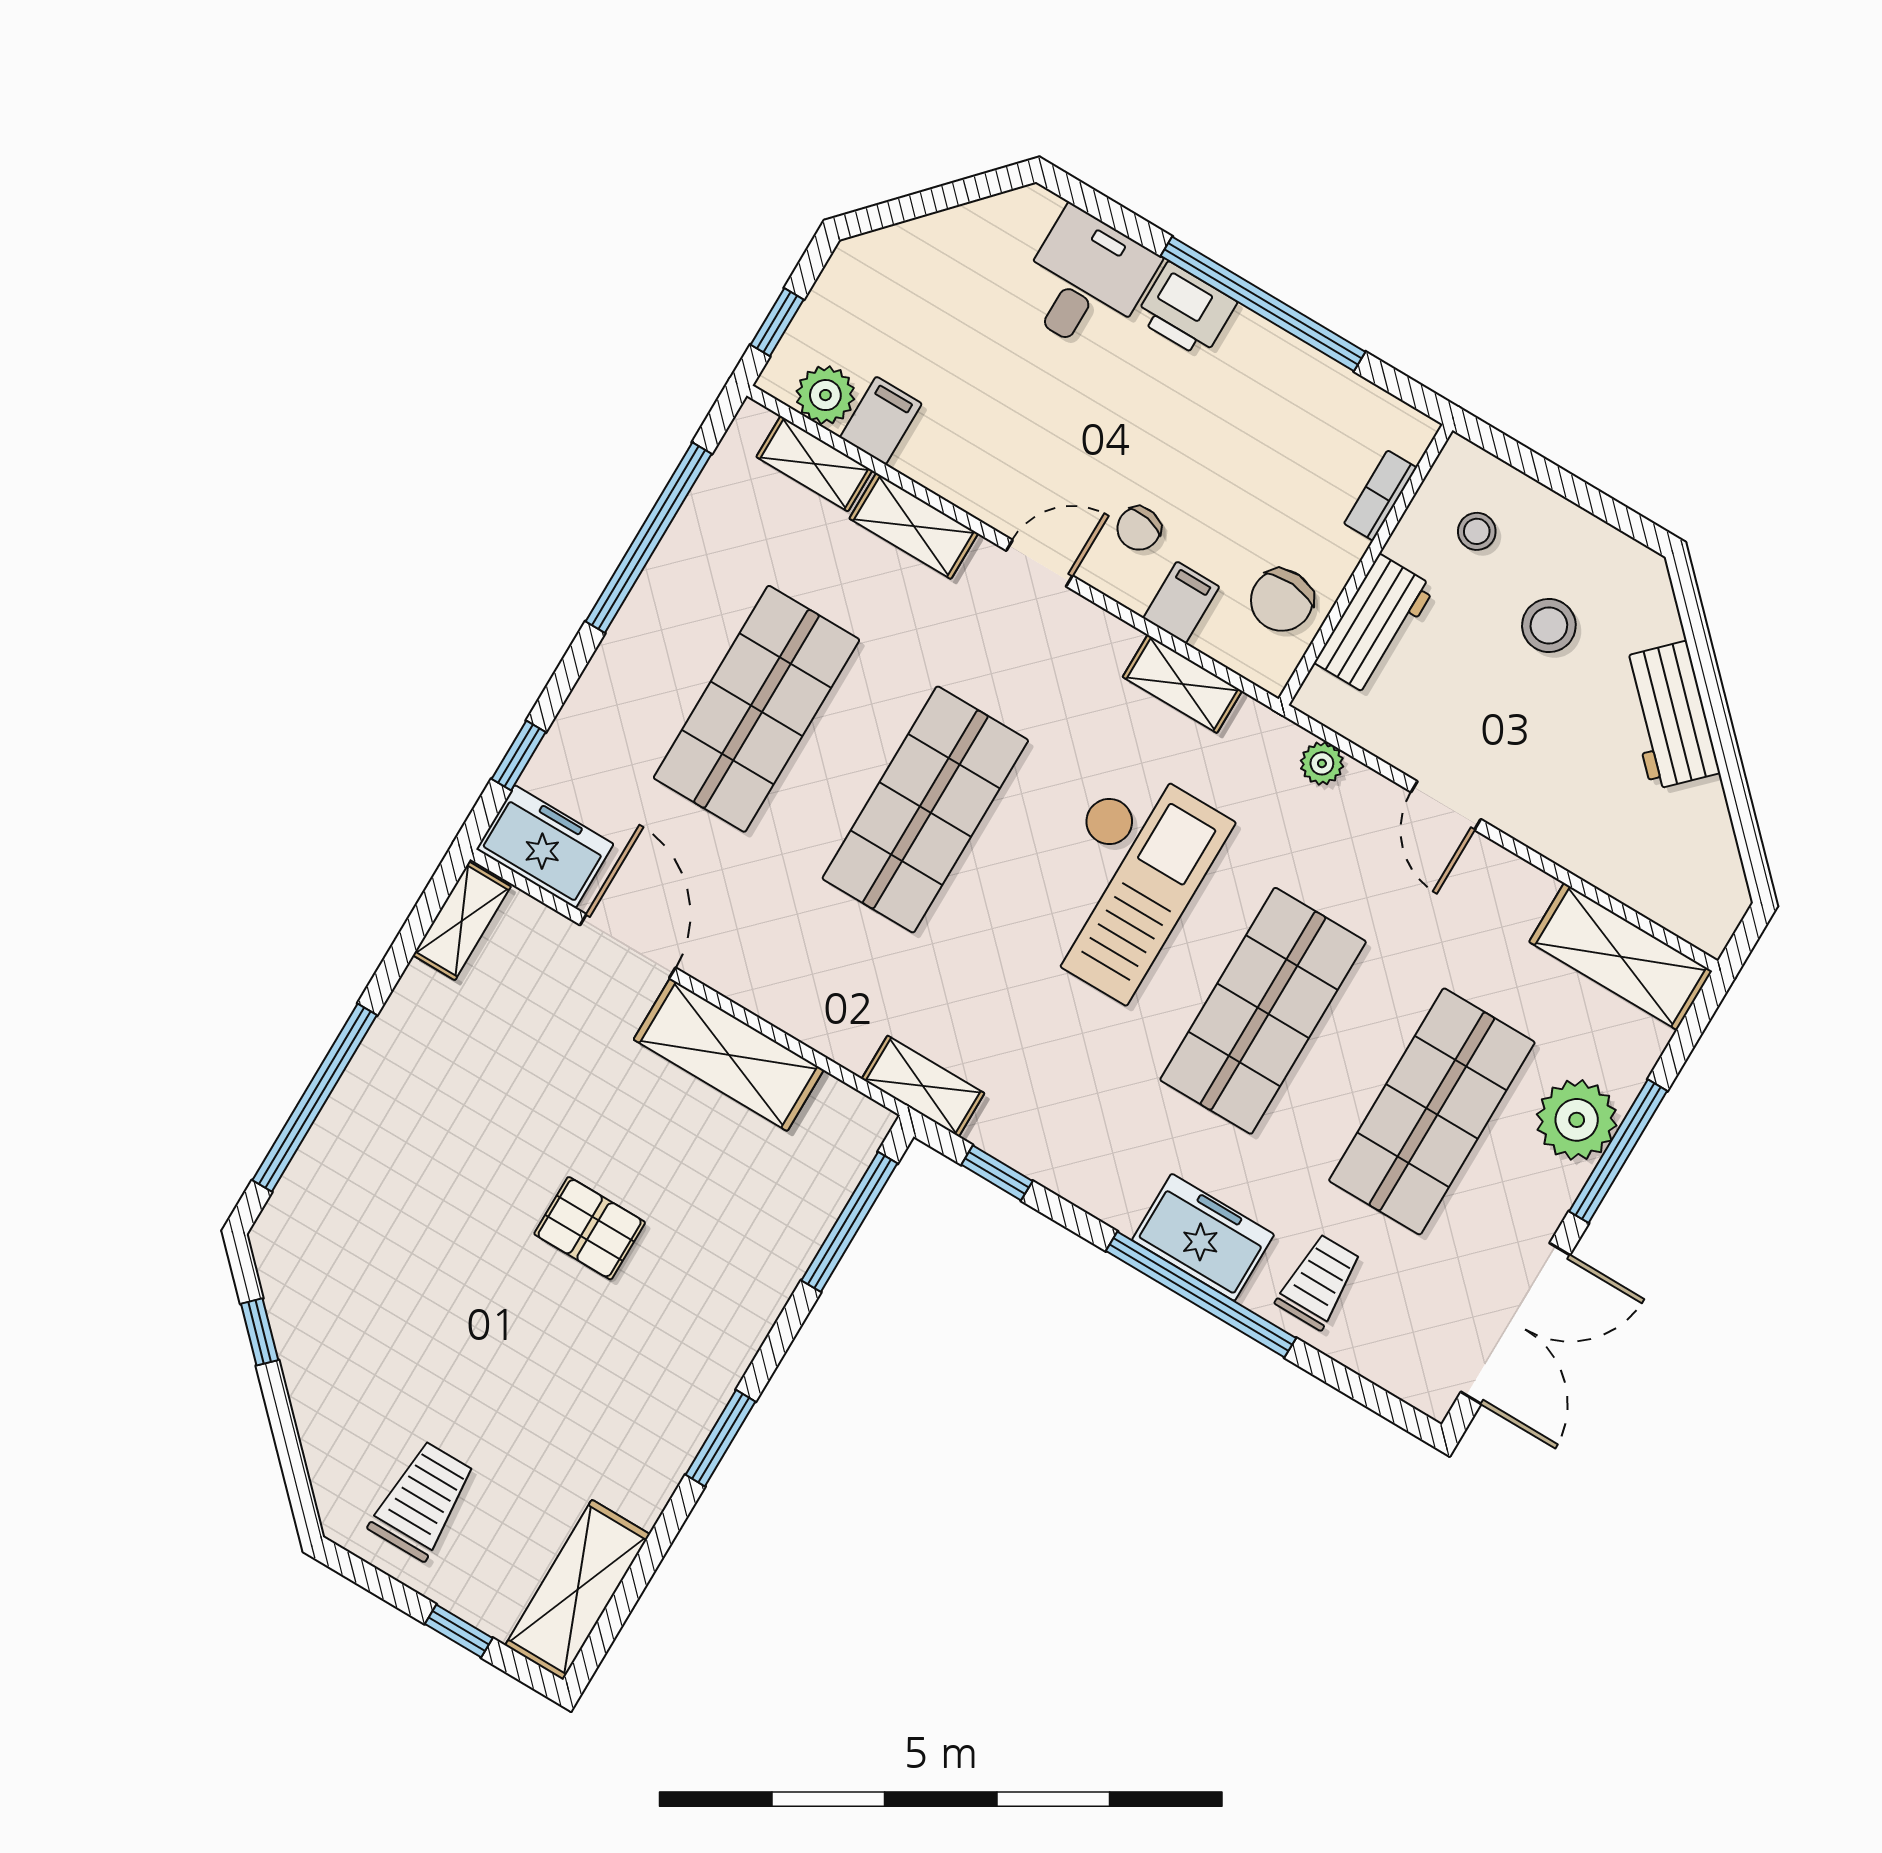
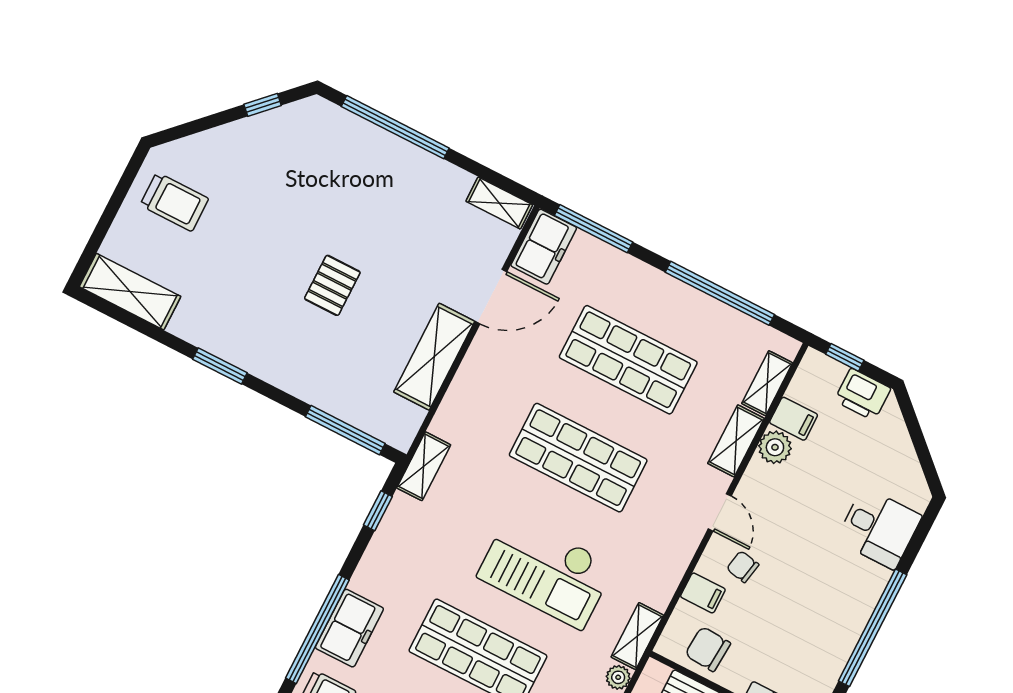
printer: (1186, 310) -> (862, 395), moved, turned -90
plant: (825, 395) -> (775, 447), moved
shelving: (1182, 684) -> (637, 636), moved
window: (519, 755) -> (594, 229), width x2.17
window: (459, 1631) -> (103, 227), removed

